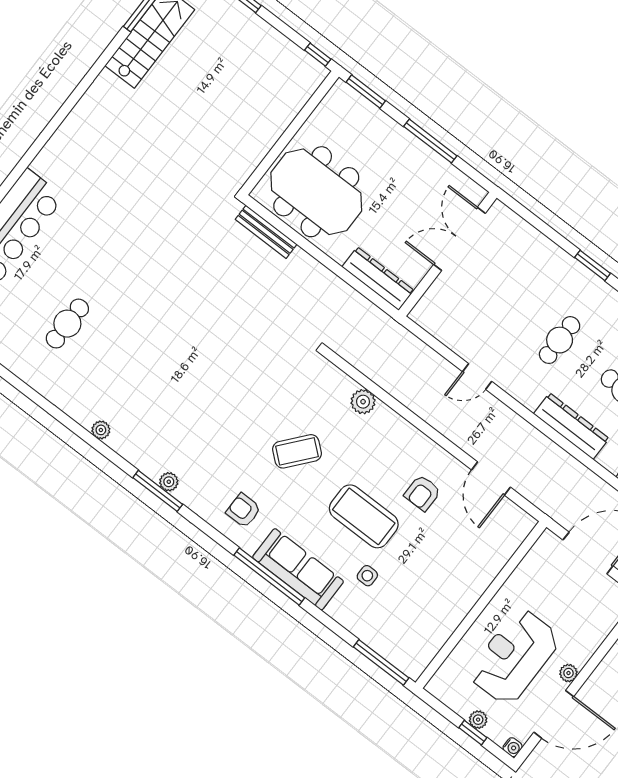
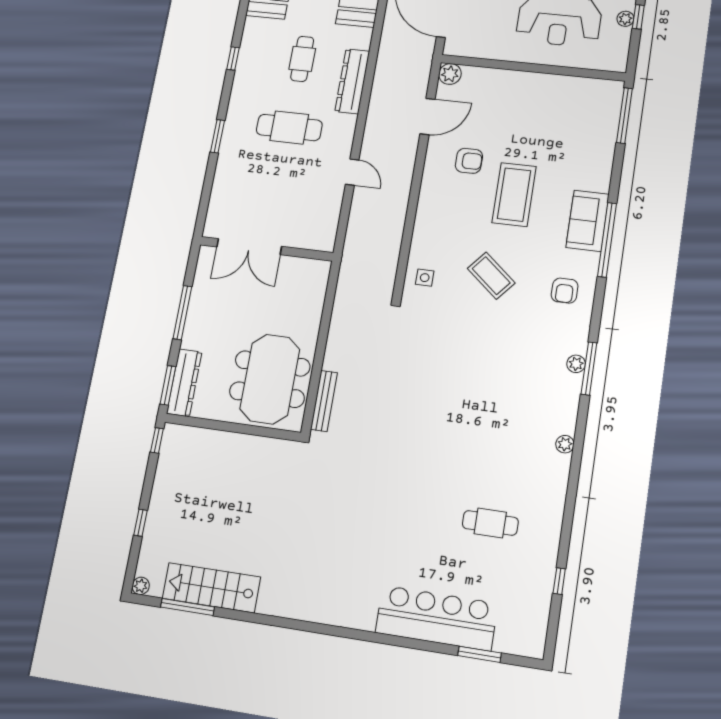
dresser: (378, 279) -> (184, 383), moved, turned 180
cafe table: (560, 340) -> (289, 128), width x1.37, depth x1.35
plant: (363, 402) -> (450, 74), moved
sofa: (298, 569) -> (588, 221), width x0.73
side table: (367, 576) -> (425, 278), moved

